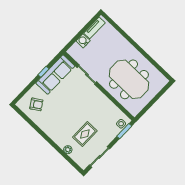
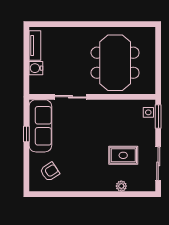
meeting table: (129, 79) -> (115, 63), turned 90
rug: (85, 134) -> (123, 155), turned 90

